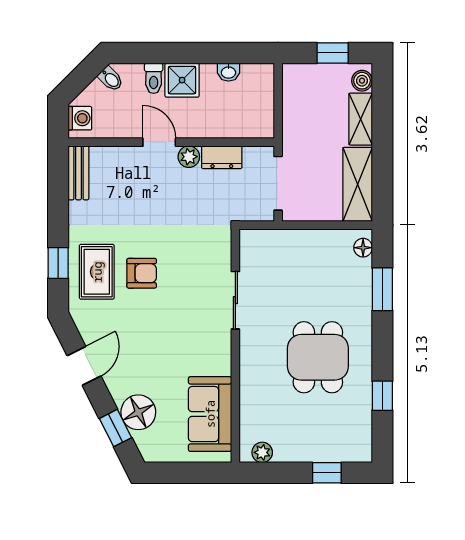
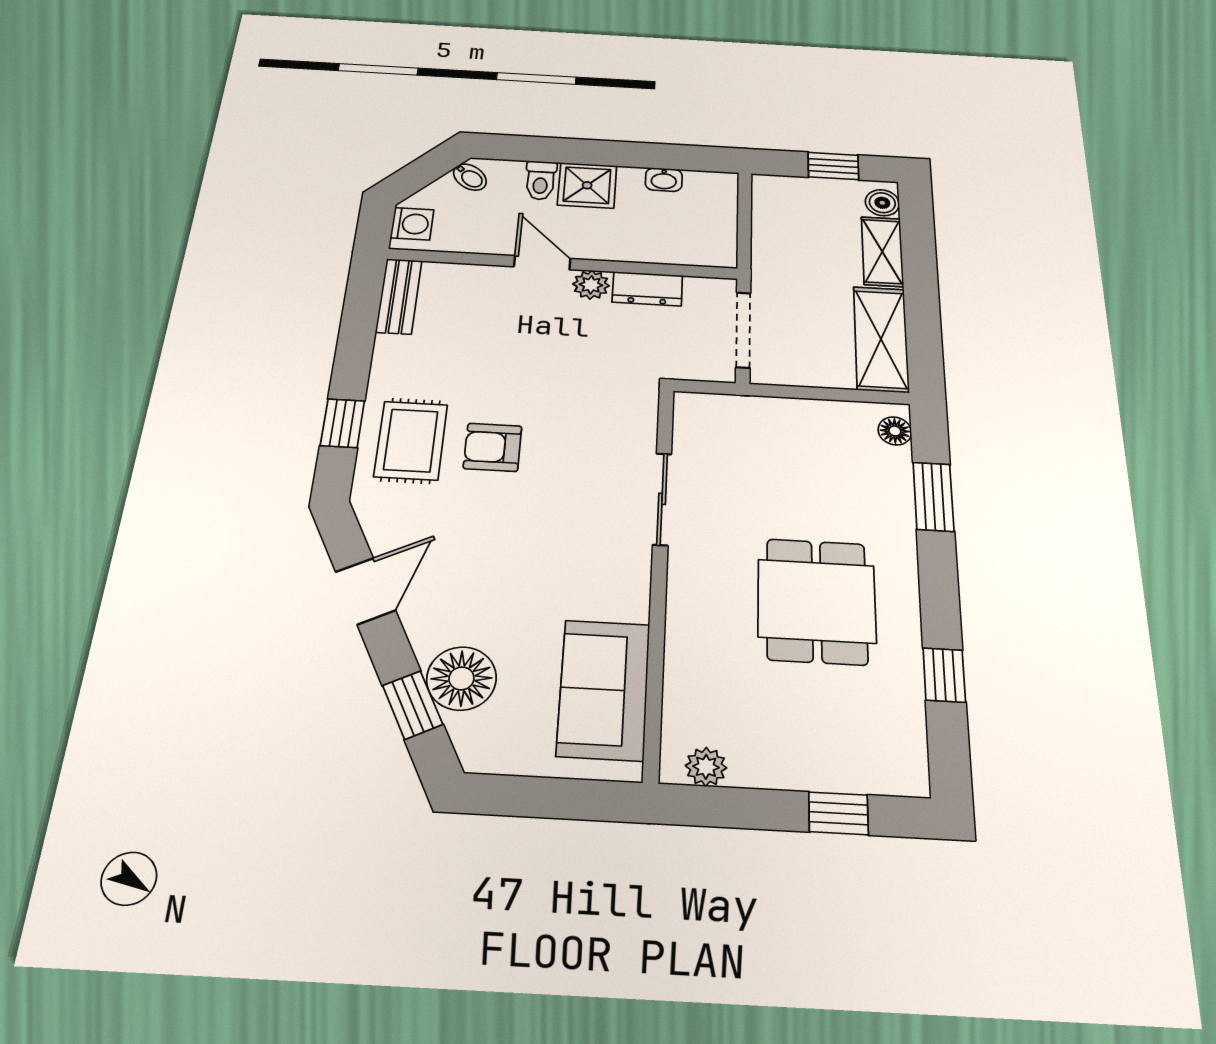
armchair: (142, 273) -> (493, 447), turned 180

